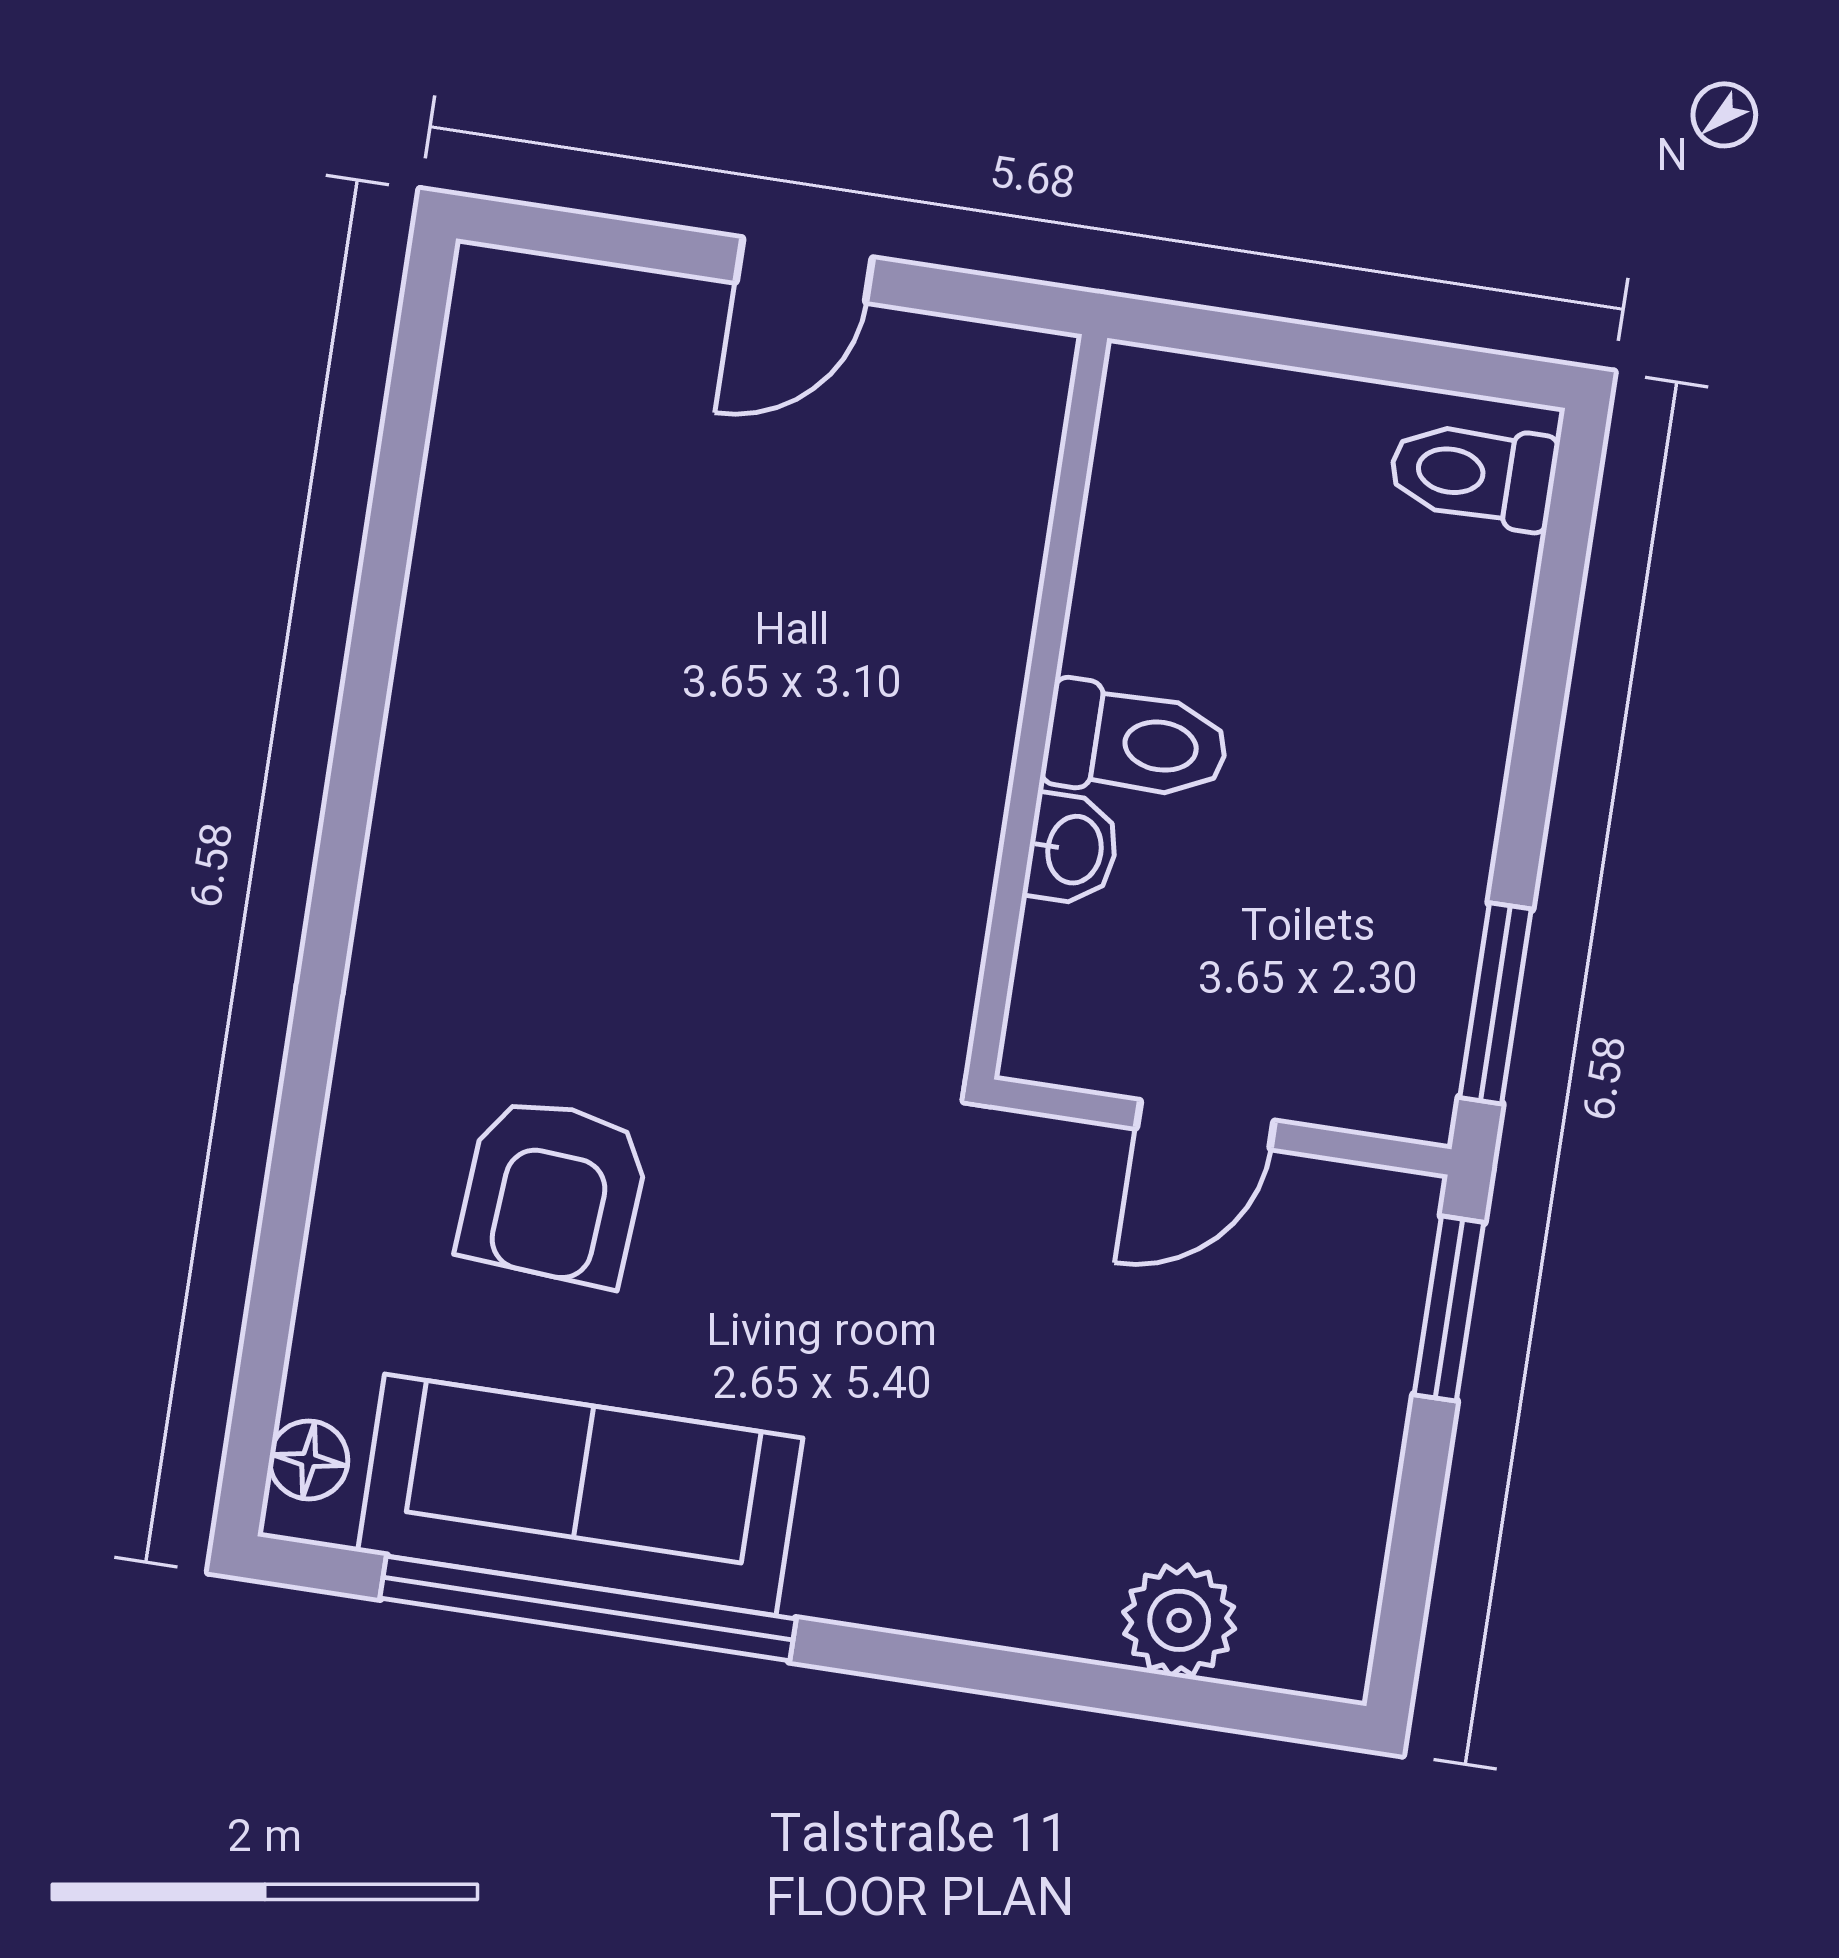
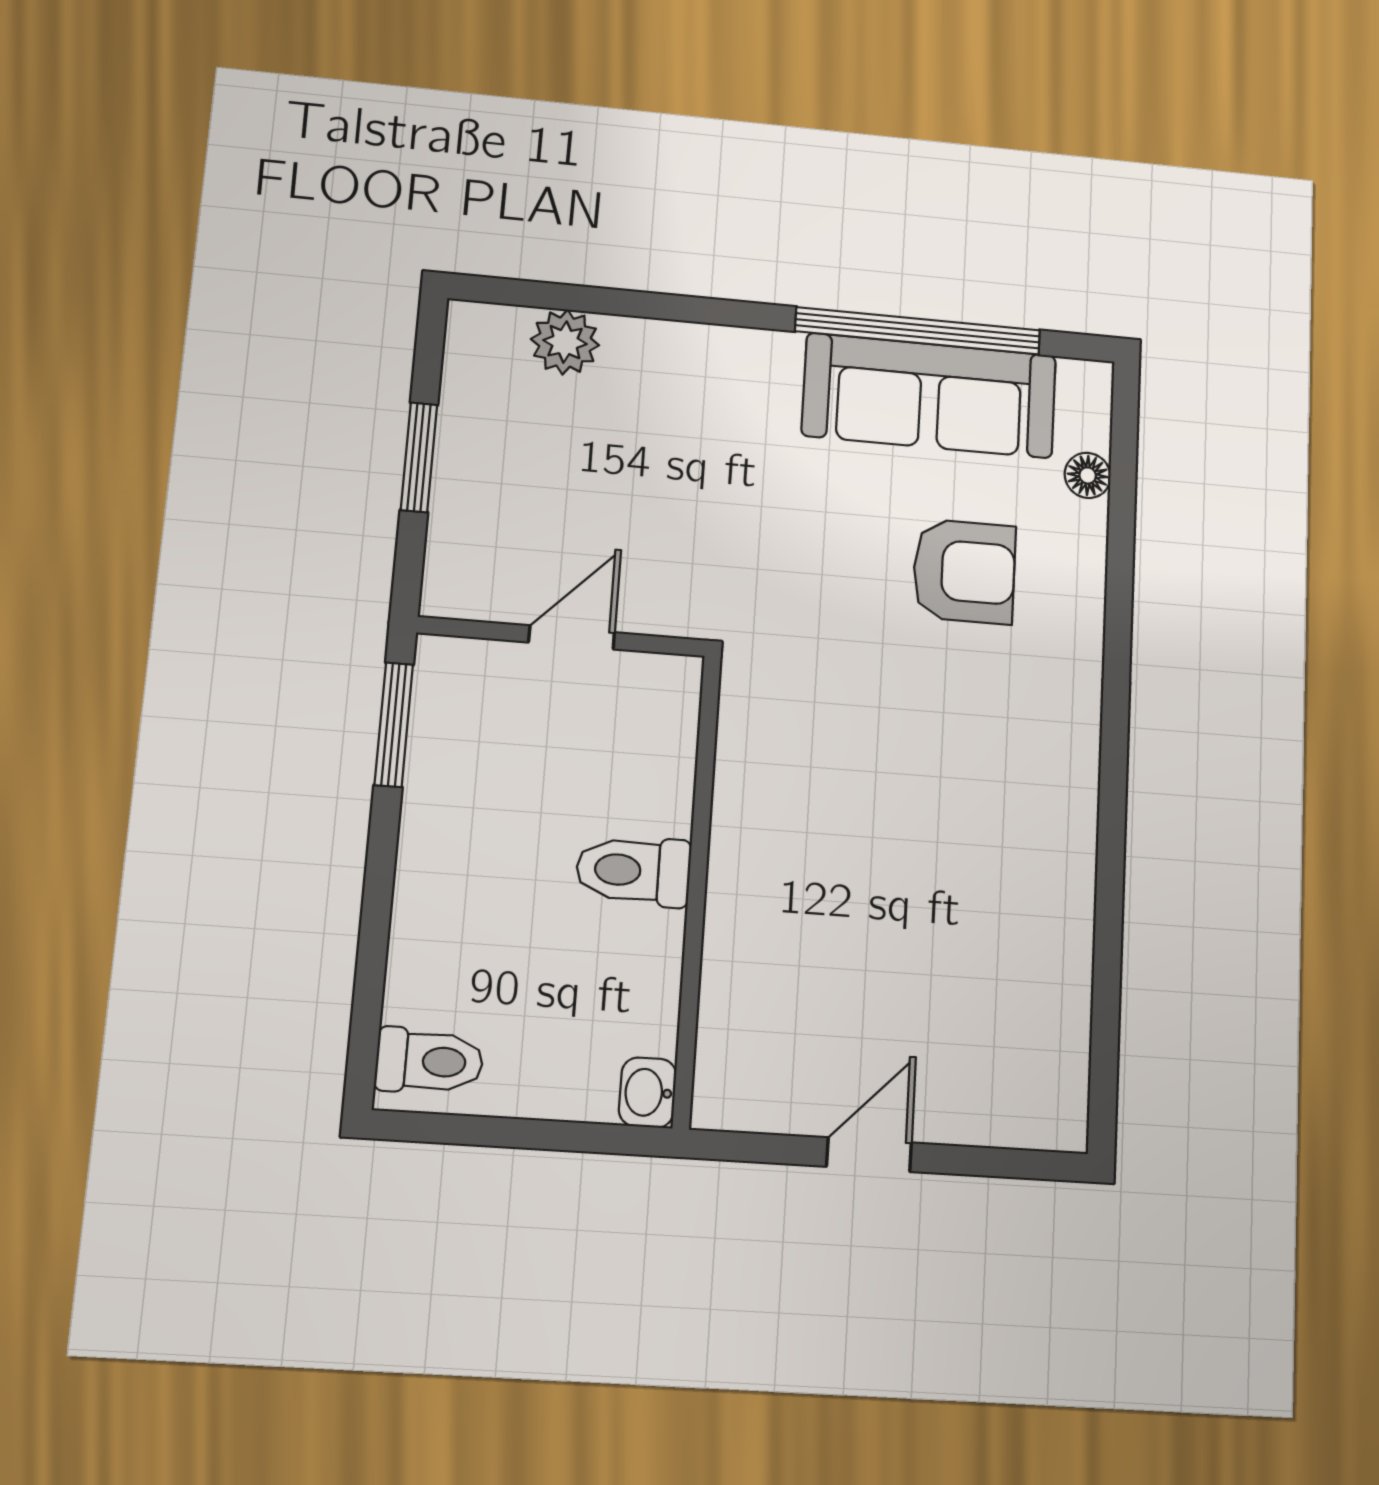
washbasin: (1072, 849) -> (648, 1093), moved
armchair: (554, 1191) -> (964, 571), turned 86
window: (1449, 1309) -> (419, 457), moved
floor lamp: (309, 1460) -> (1088, 475), moved

